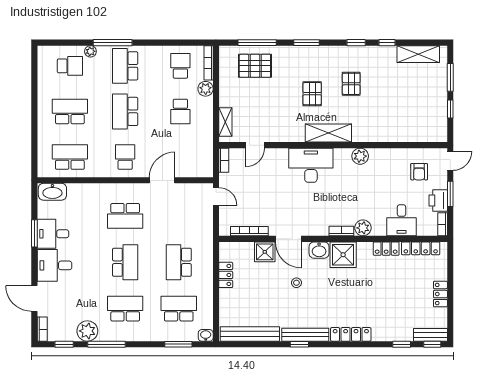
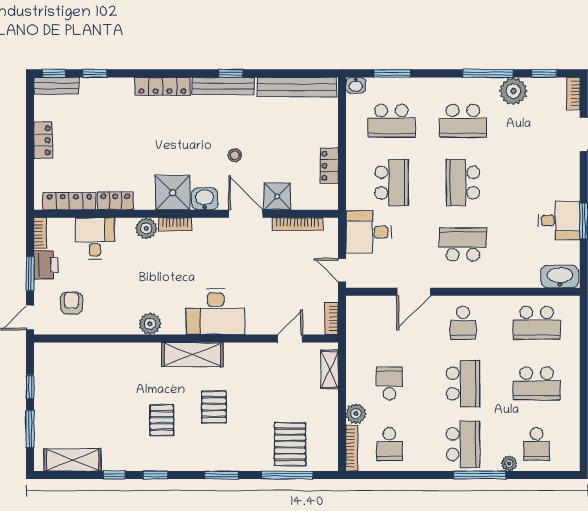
school desk: (70, 66) -> (537, 444), turned -90
pallet: (255, 66) -> (290, 444), turned 90
desk: (54, 265) -> (369, 232), moved, turned 180

